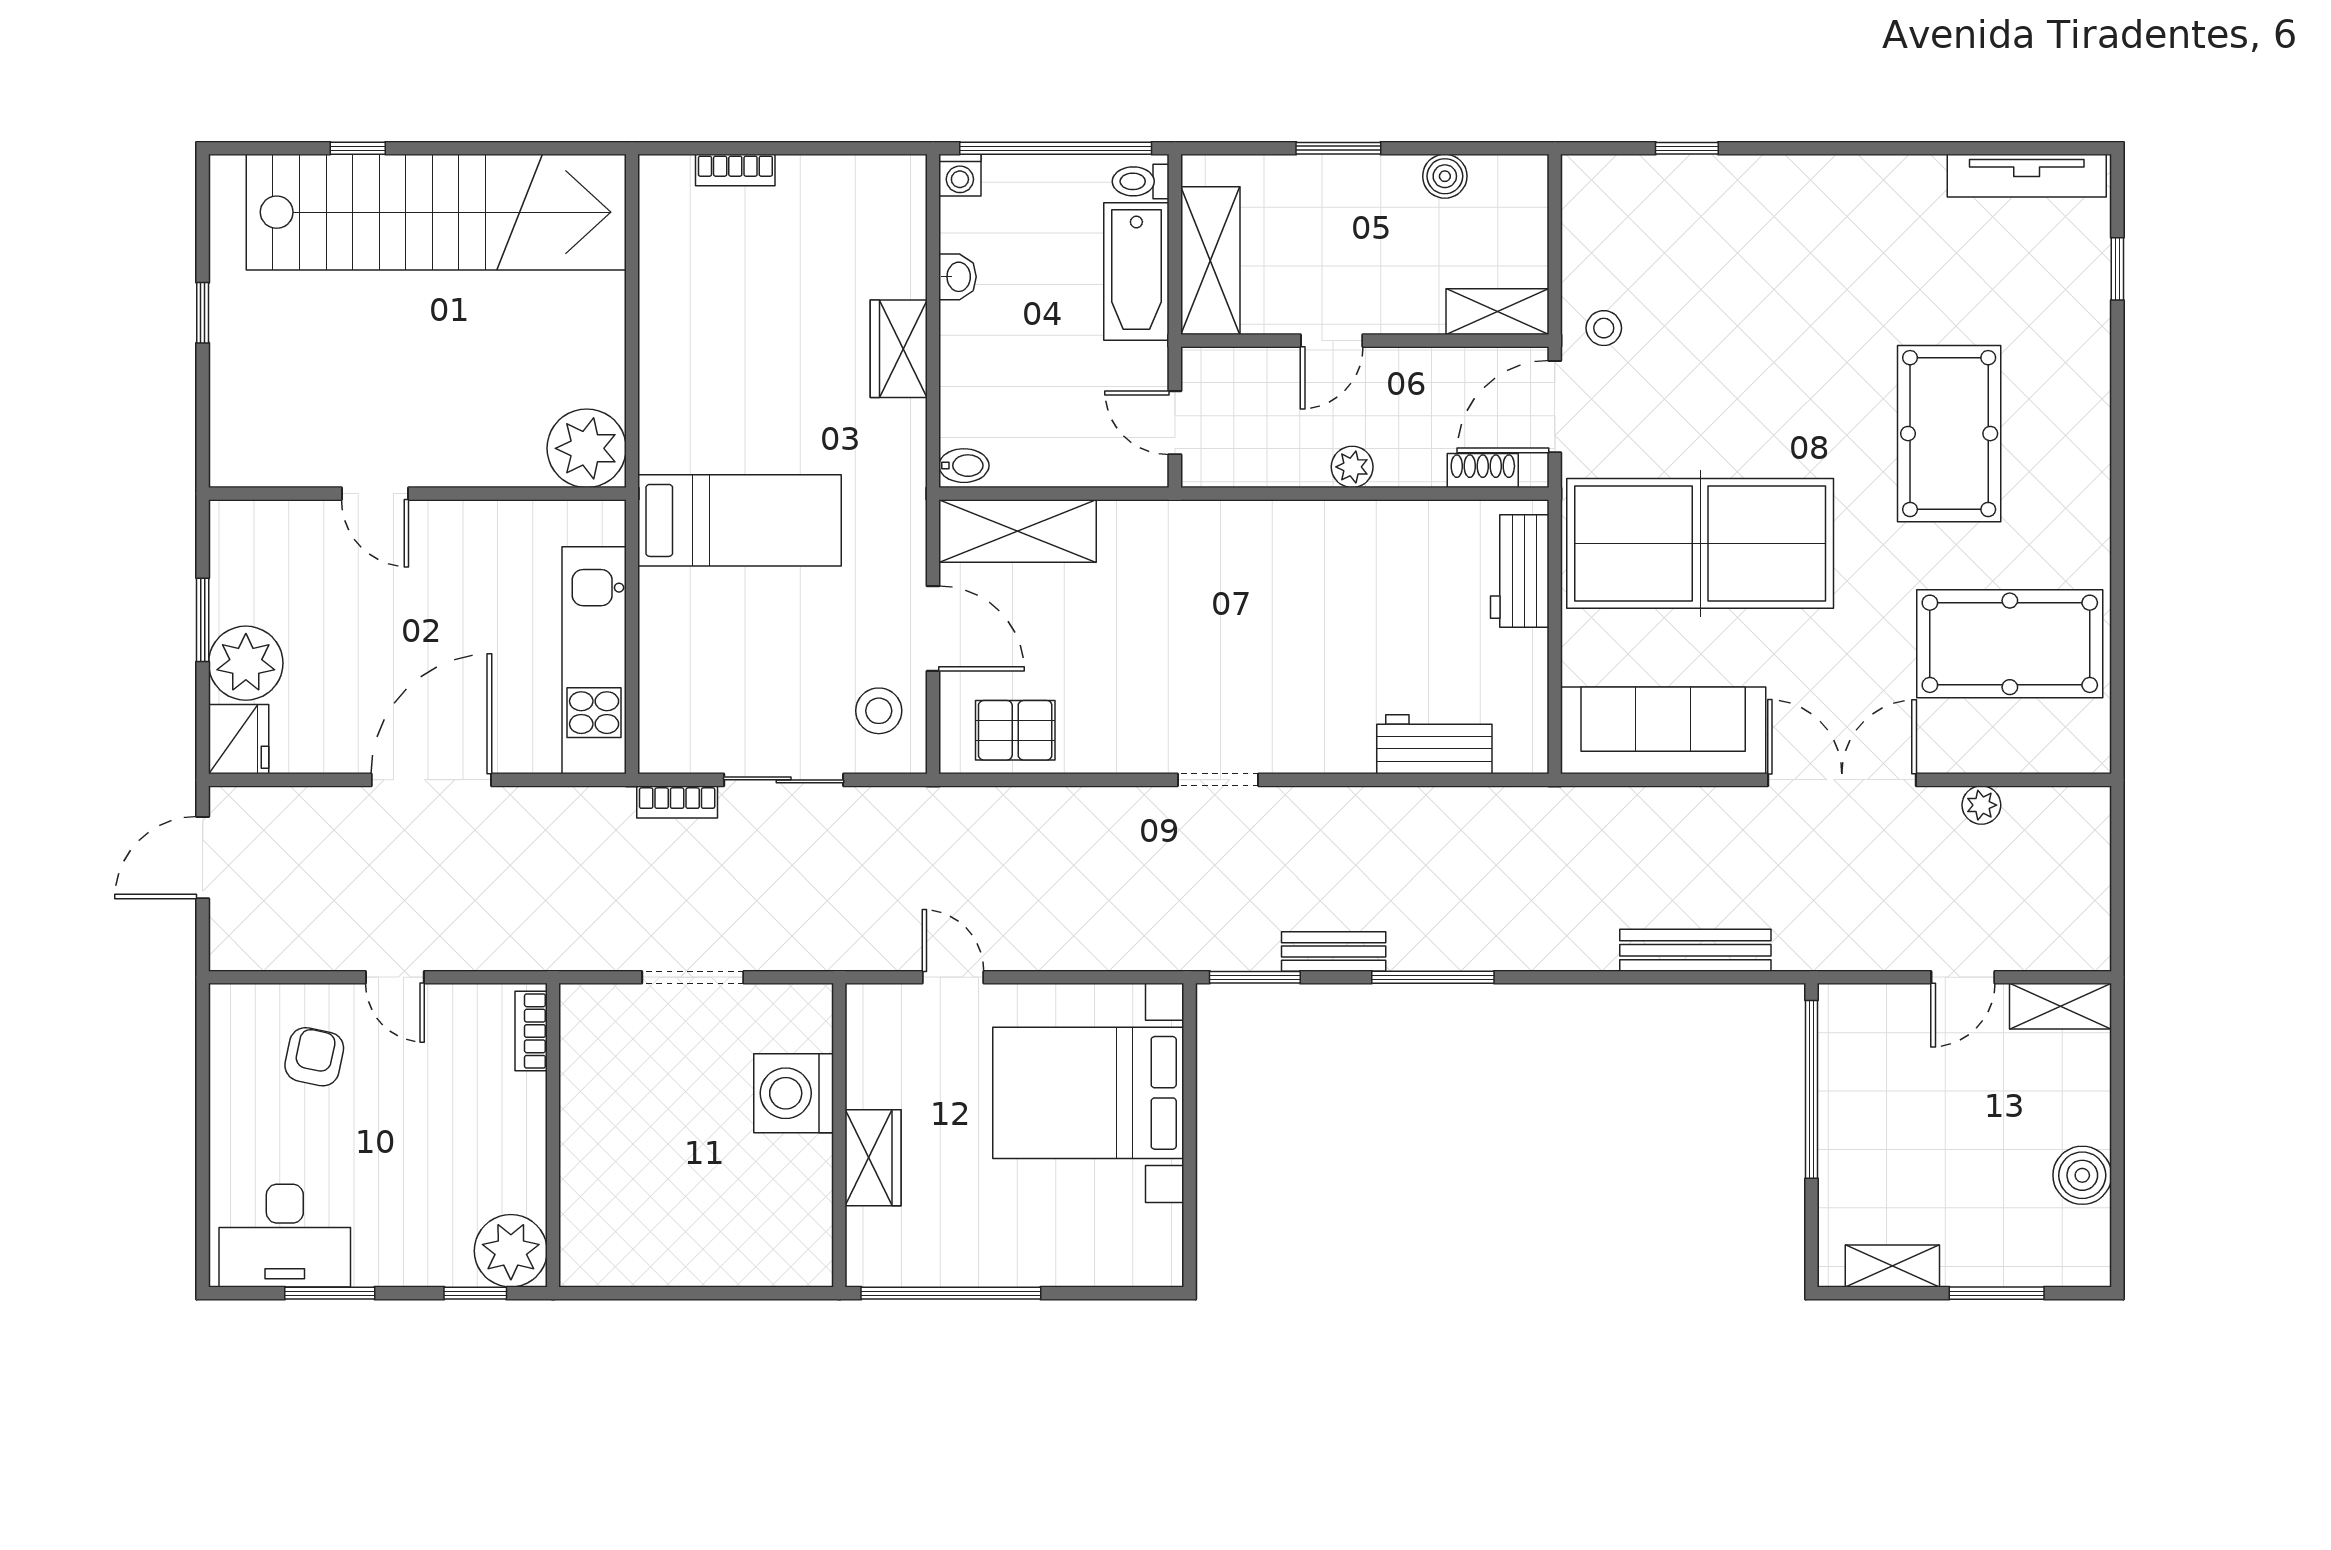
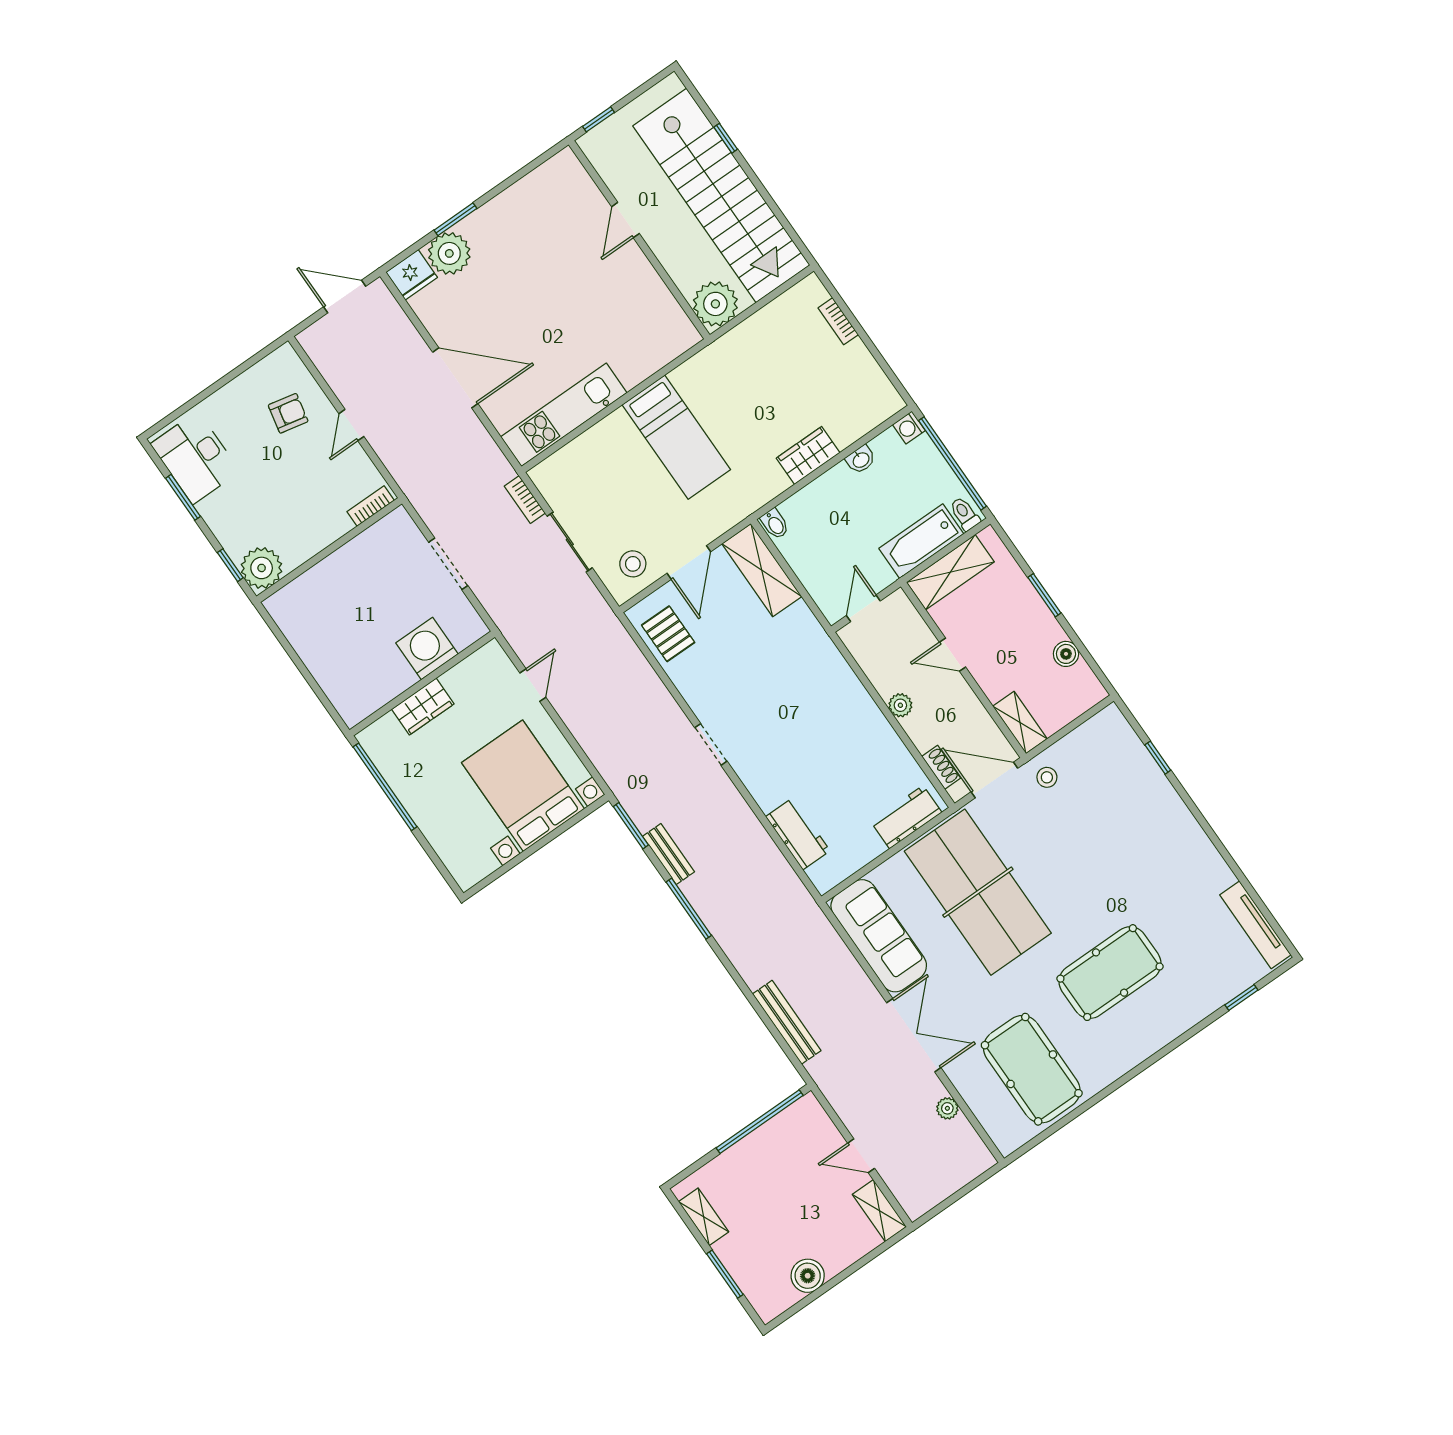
plant: (587, 448) -> (715, 304), moved
door: (375, 494) -> (625, 220), moved
wall: (417, 494) -> (639, 240), moved

